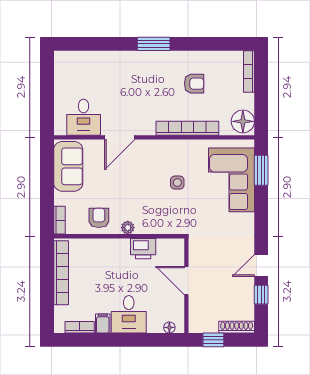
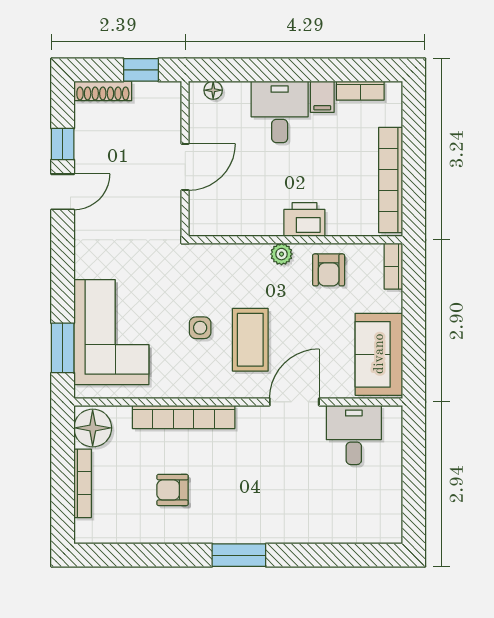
bookcase: (249, 72) -> (83, 483), moved
coffee table: (147, 175) -> (250, 340), added
printer: (143, 249) -> (304, 220), moved
door: (186, 281) -> (185, 167), hinge flipped

